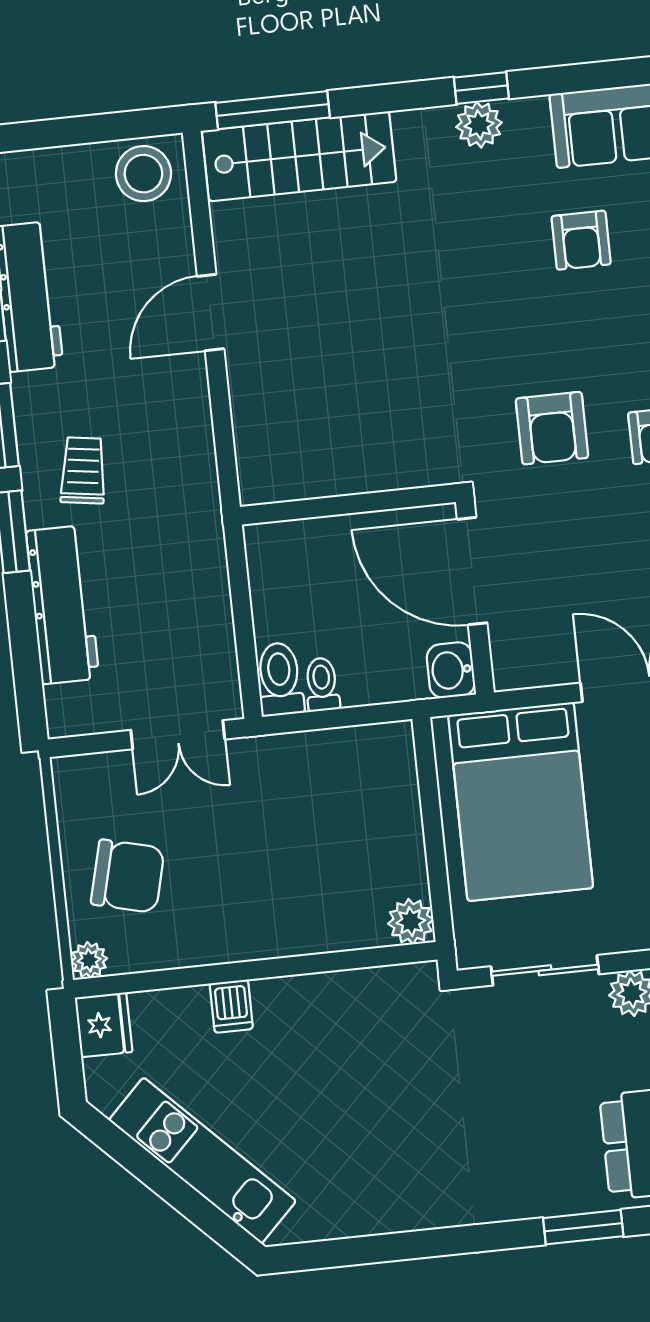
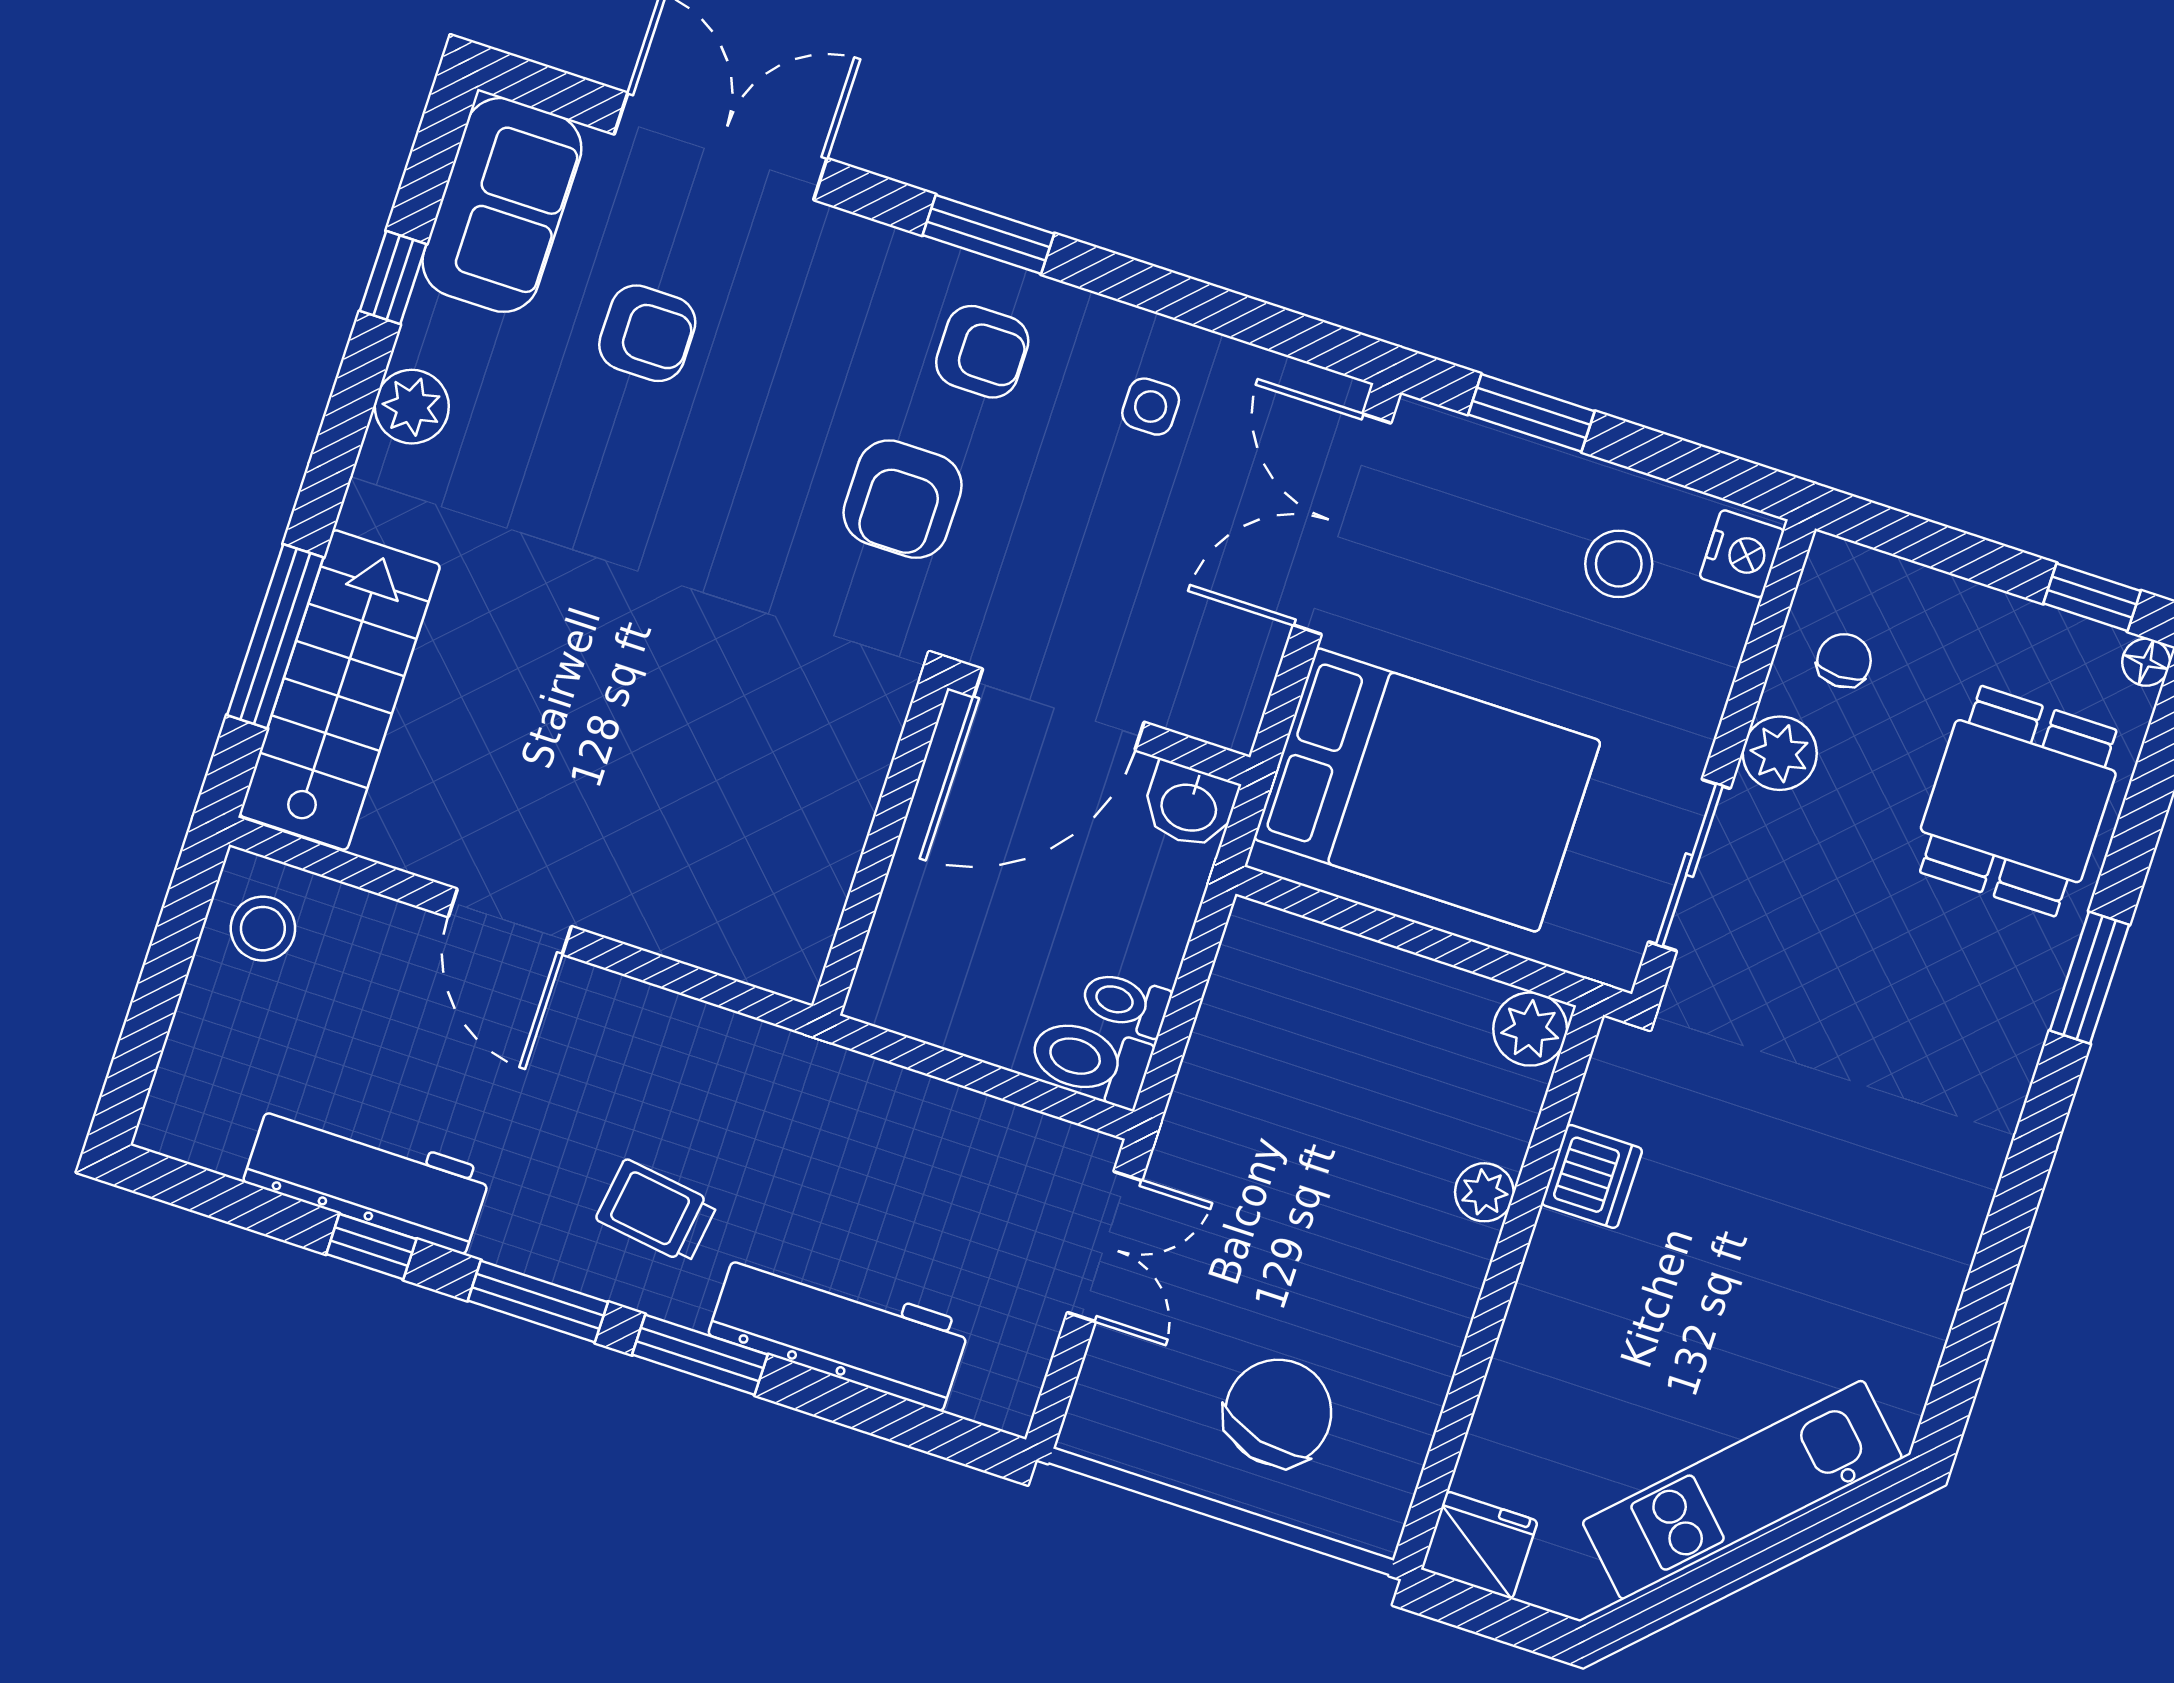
window: (481, 88) -> (393, 277), moved
window: (273, 110) -> (275, 636), moved
stool: (143, 174) -> (263, 929), width x0.73, depth x0.73
armchair: (552, 428) -> (903, 499), turned 90
plant: (89, 960) -> (1484, 1192), moved
dishwasher: (231, 1006) -> (1592, 1176), moved, width x1.38

